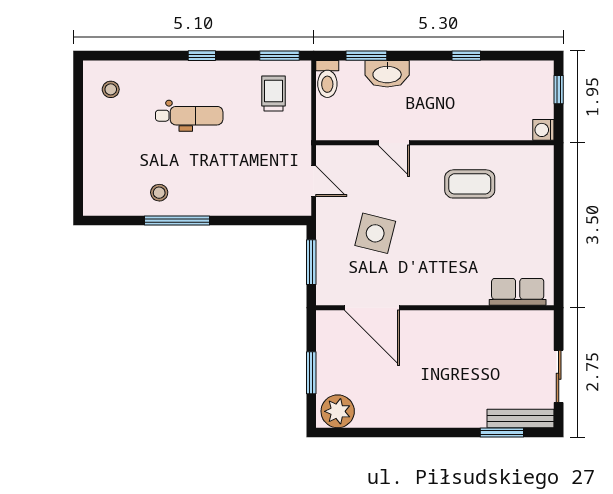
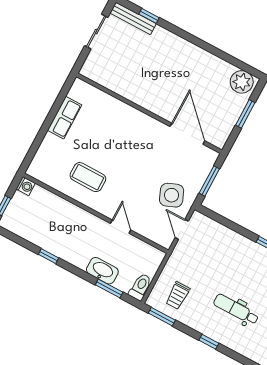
side table: (375, 233) -> (172, 195), moved, turned -36
row of seats: (518, 292) -> (65, 118), moved, turned -90
window: (502, 433) -> (149, 16), width x0.67

